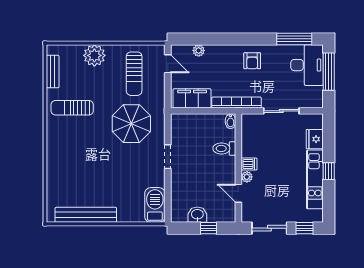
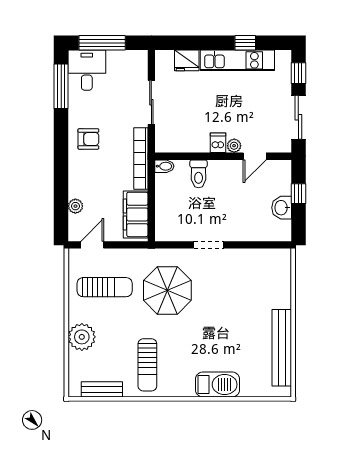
desk: (307, 65) -> (87, 70), width x0.73
window: (329, 171) -> (245, 43), moved
barbecue: (155, 205) -> (218, 385), moved, turned 180

